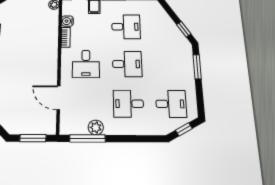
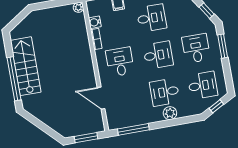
desk: (86, 64) -> (120, 62), turned 180
desk: (168, 64) -> (196, 48), added
plant: (96, 127) -> (170, 113), moved

